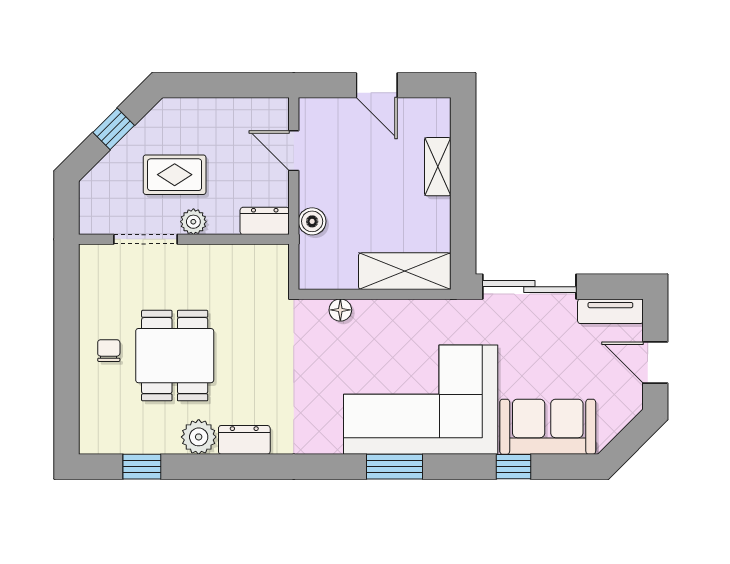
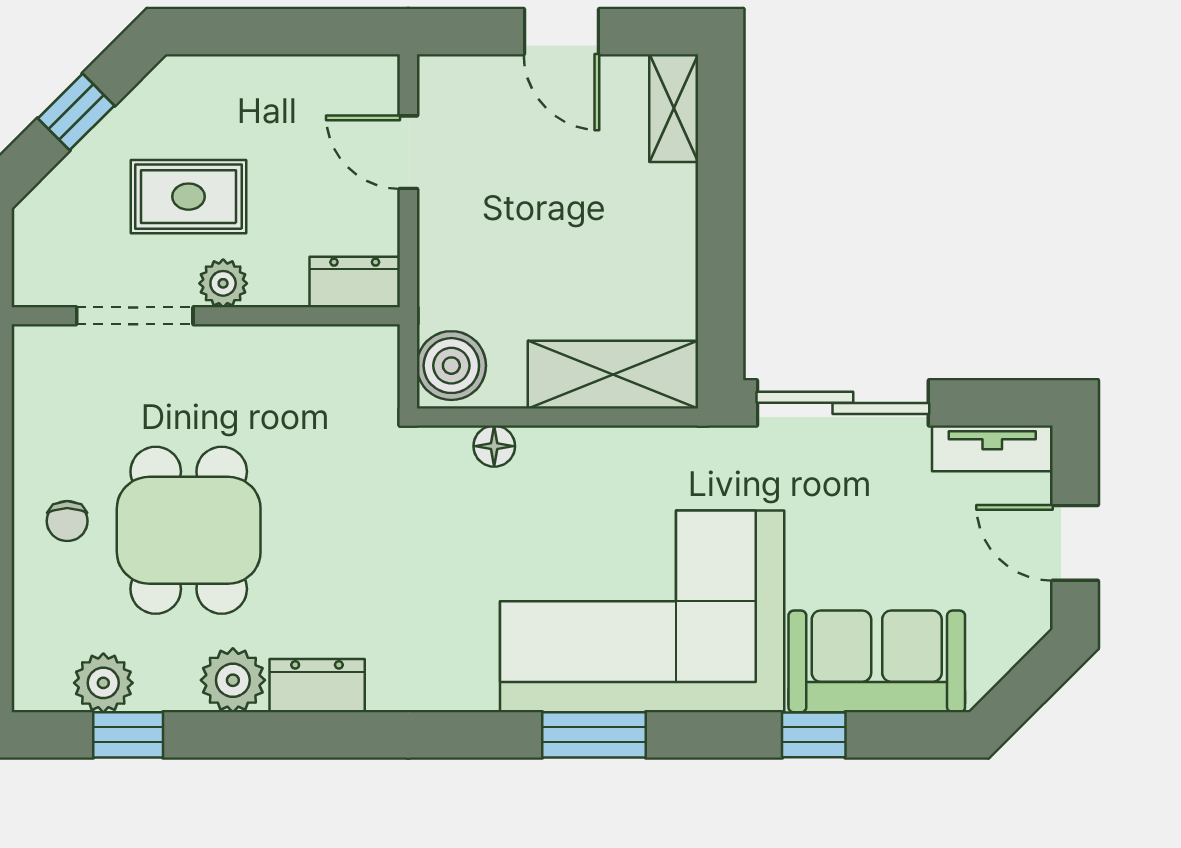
shelving: (438, 167) -> (674, 108), moved
boiler: (312, 221) -> (451, 366), moved, width x1.36, depth x1.36
chair: (109, 351) -> (67, 521), turned 180
plant: (128, 438) -> (103, 683), added

